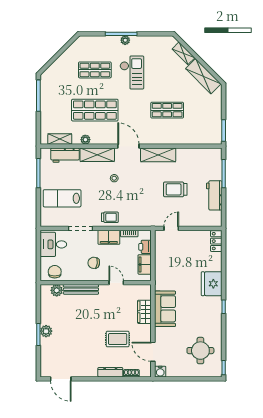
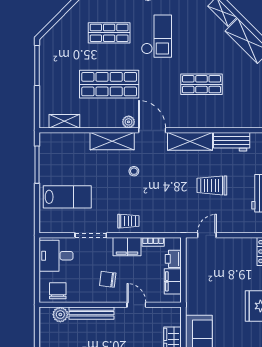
plant: (85, 140) -> (129, 122), moved
workbench: (65, 155) -> (232, 142), moved
lab bench: (62, 198) -> (67, 197), turned 180

